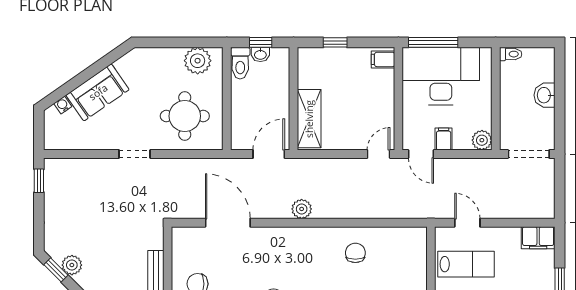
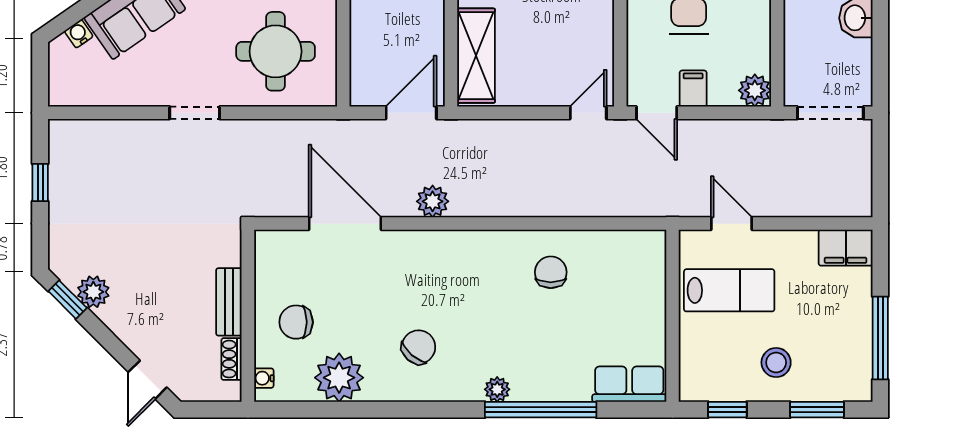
window: (39, 181) -> (40, 183), moved
plant: (302, 209) -> (433, 201), moved

